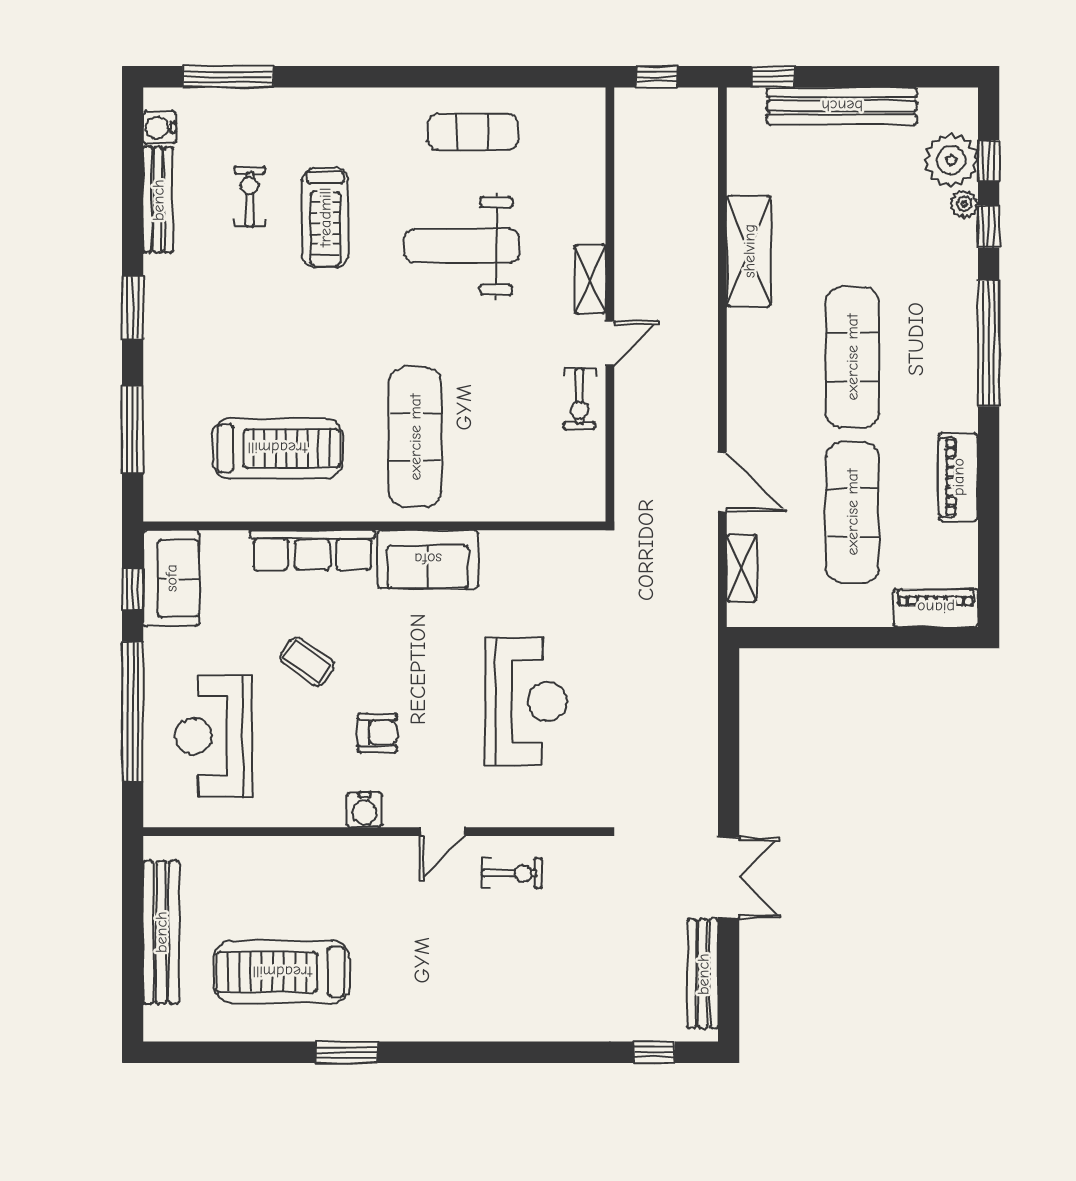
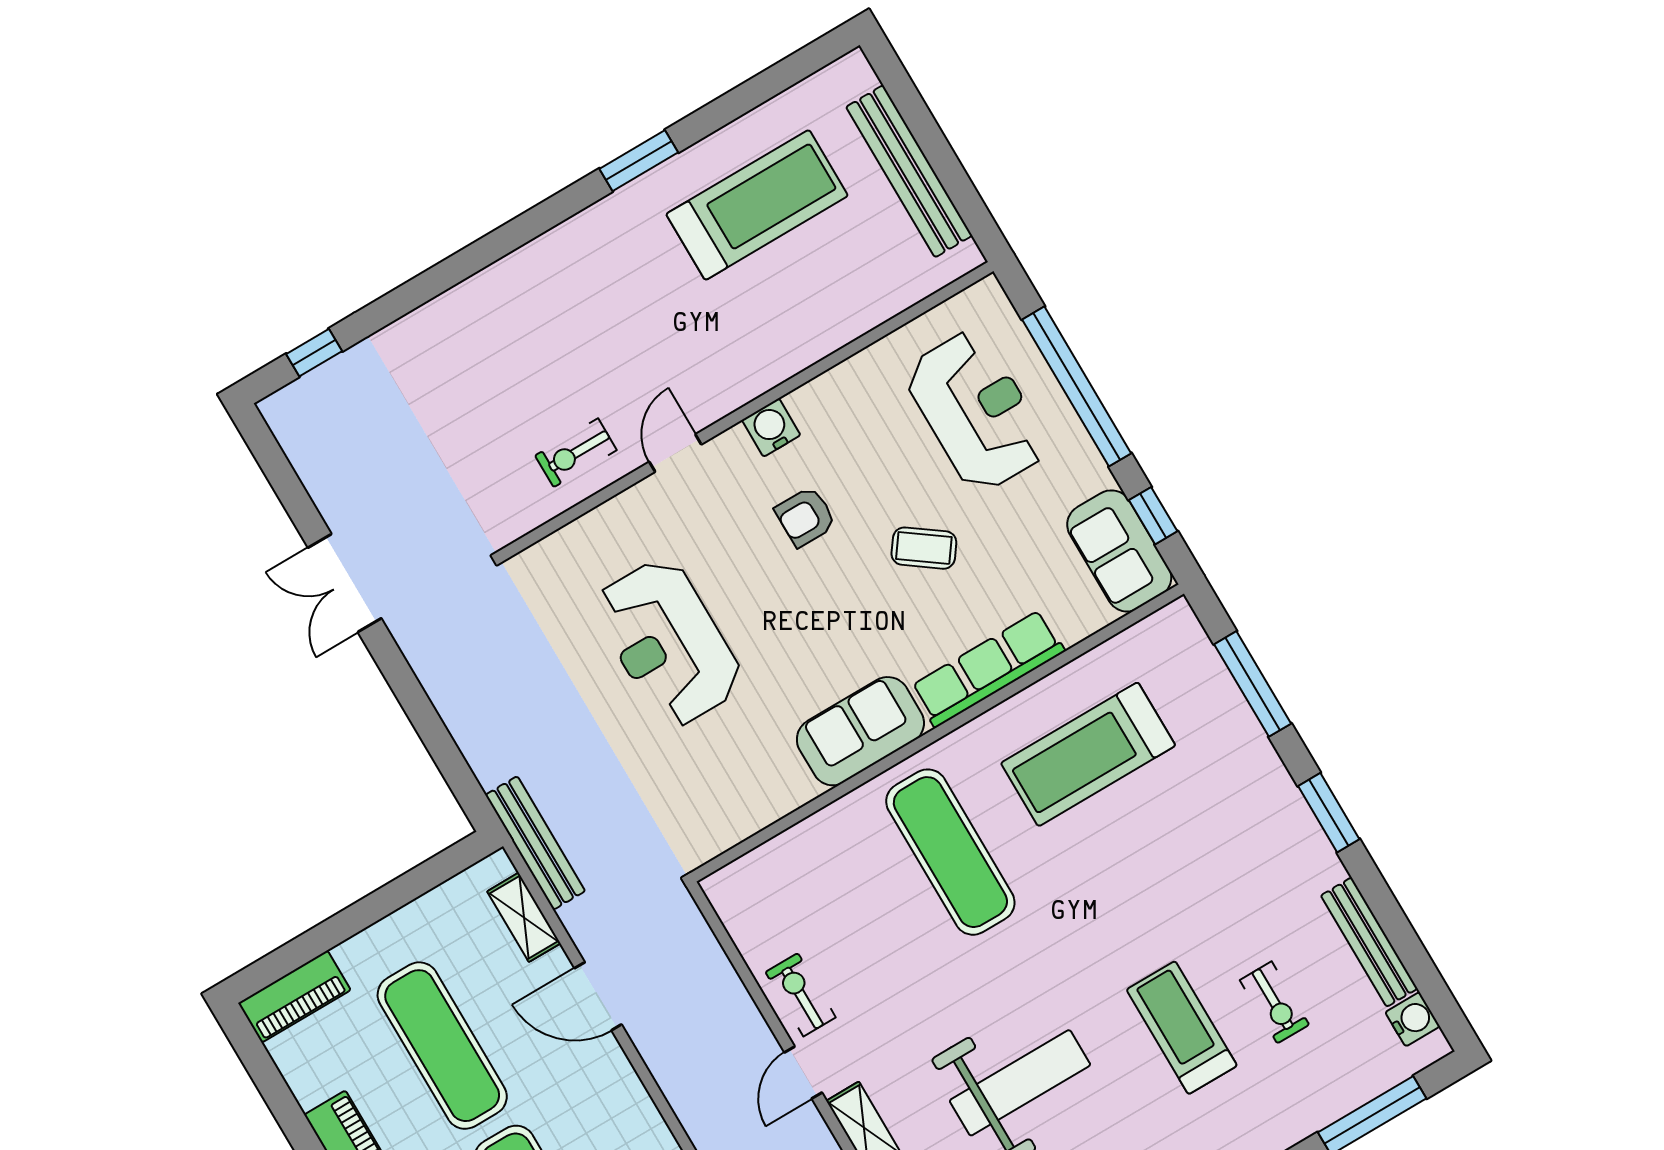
bench: (703, 974) -> (535, 843), moved

